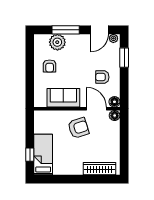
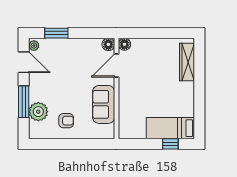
armchair: (102, 77) -> (79, 59), removed
armchair: (78, 128) -> (139, 87), removed

